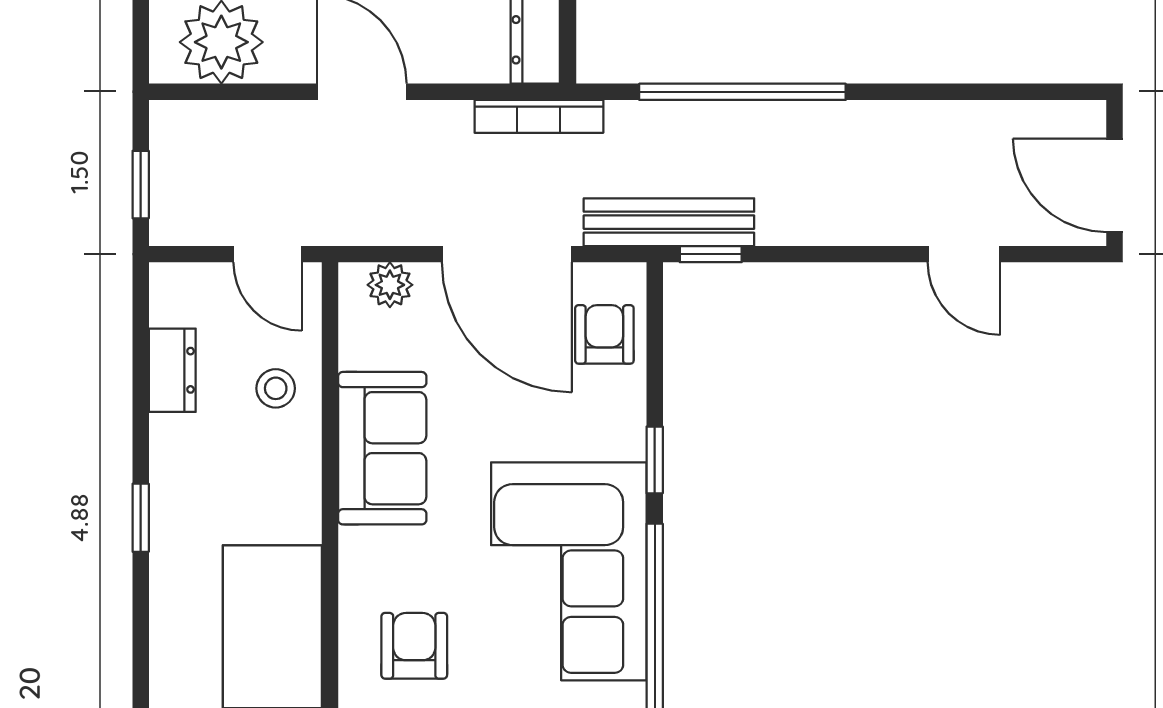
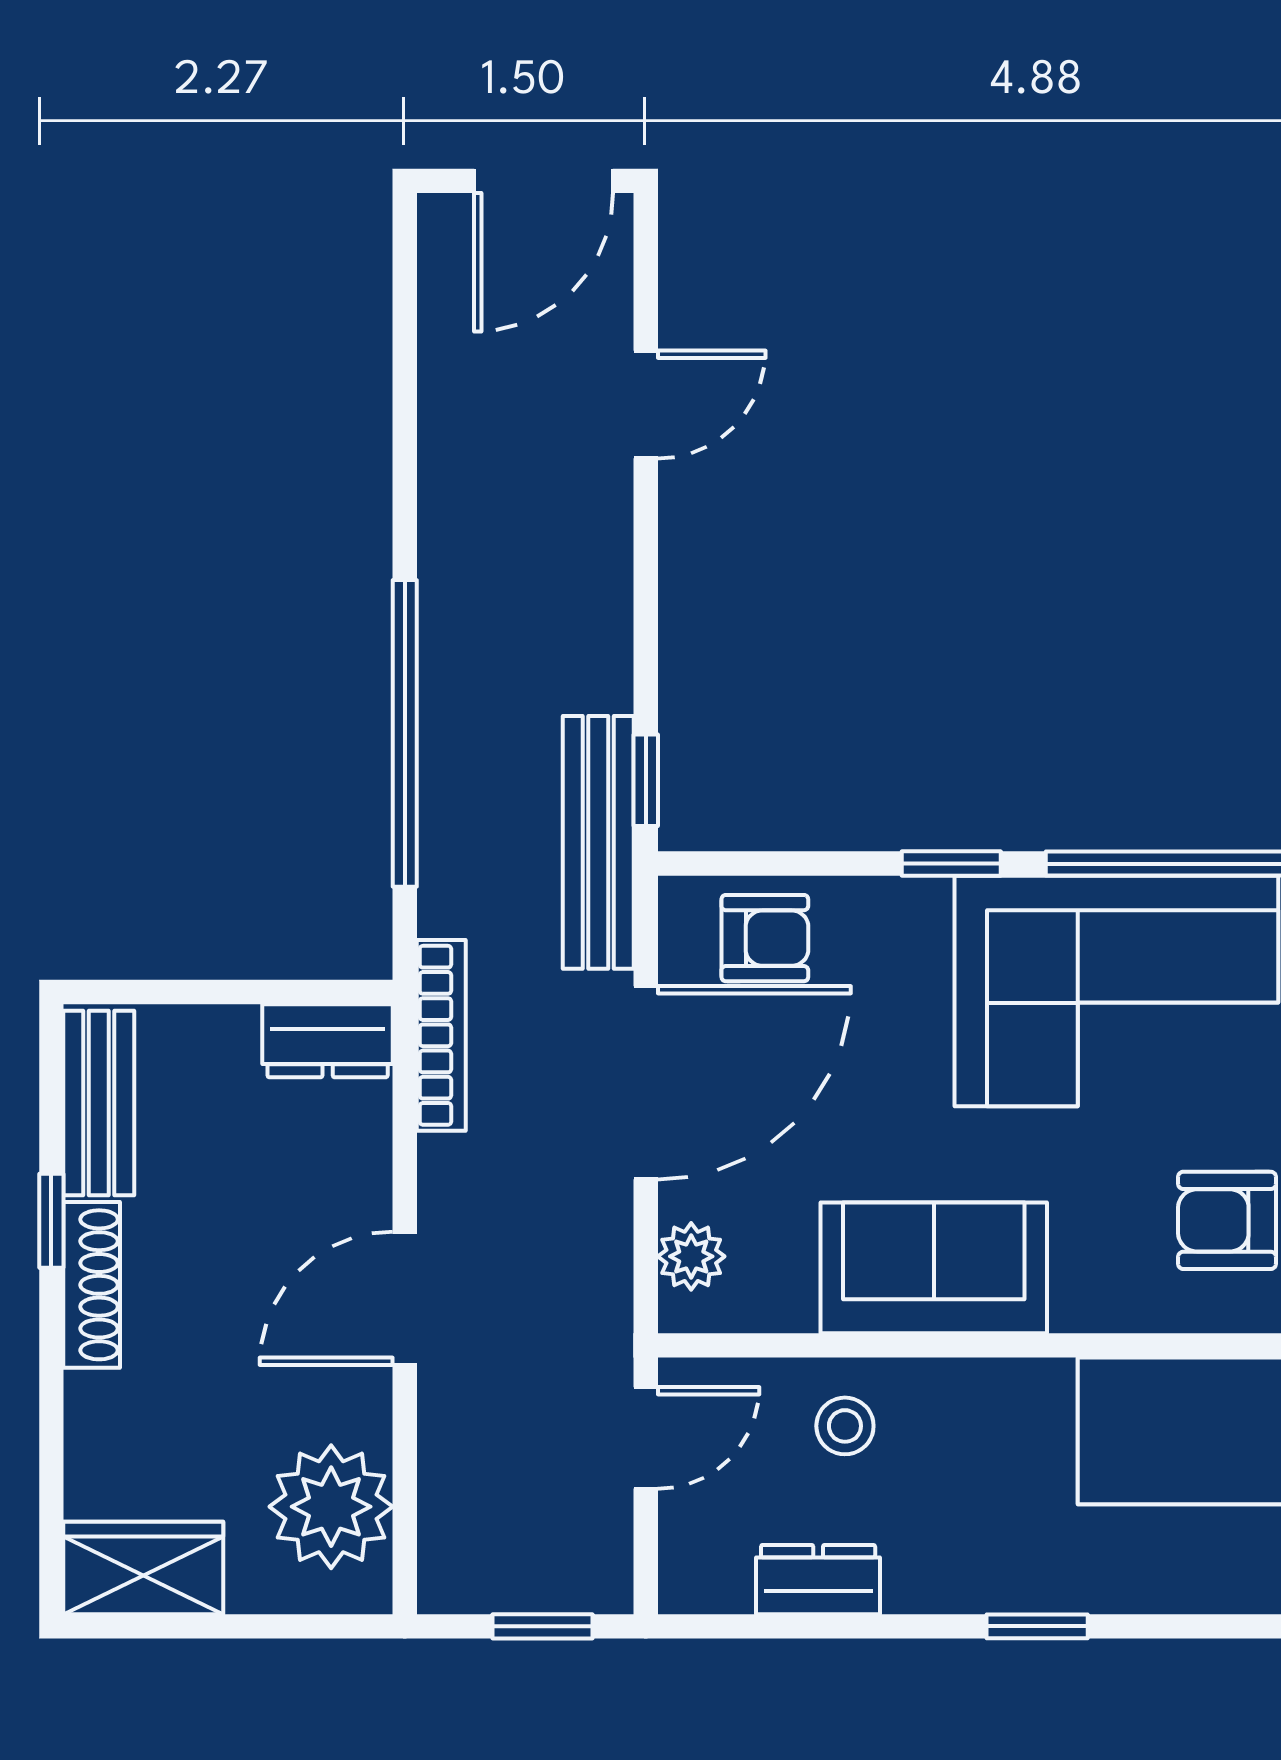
armchair: (604, 334) -> (765, 938), turned 180

